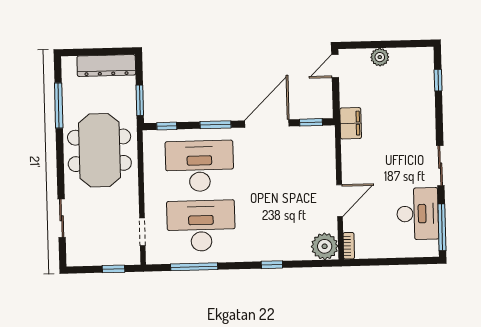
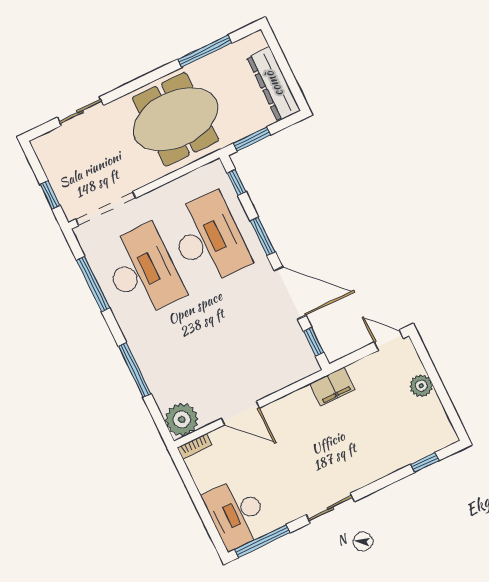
desk: (418, 214) -> (237, 513), moved, turned 90
doorway: (142, 232) -> (106, 209), width x1.88
window: (272, 265) -> (135, 370), width x2.17

